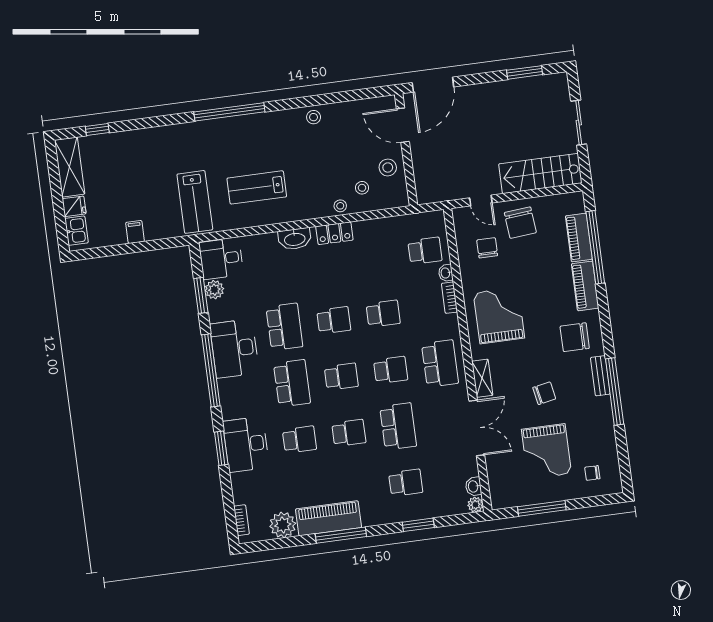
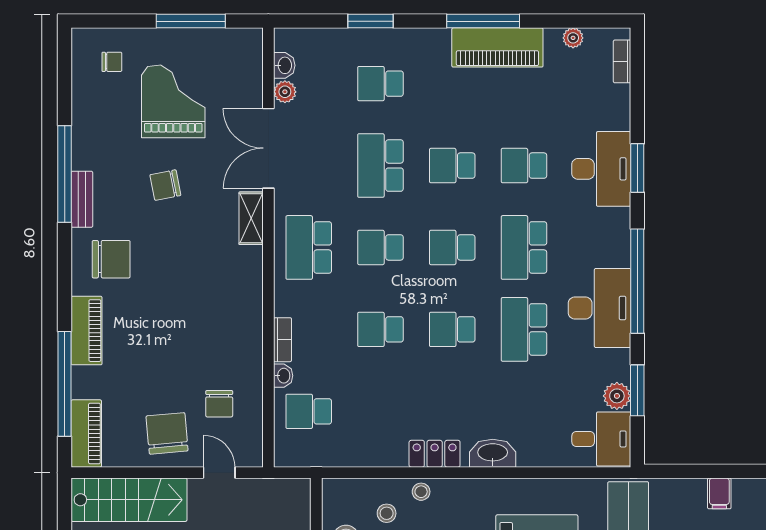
piano: (579, 238) -> (86, 433), moved
grand piano: (499, 315) -> (215, 305), removed
plant: (475, 505) -> (285, 92), moved
plant: (283, 525) -> (573, 38), width x0.53, depth x0.53

